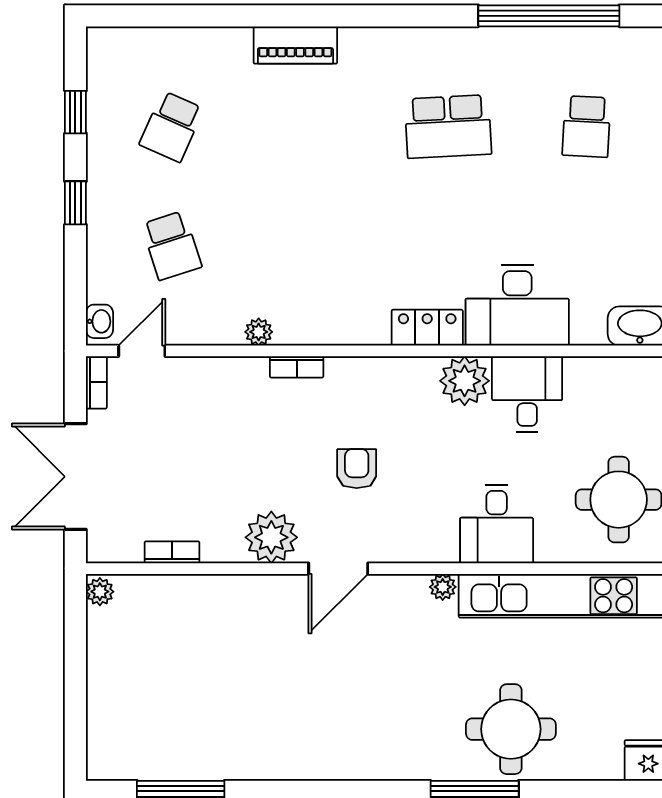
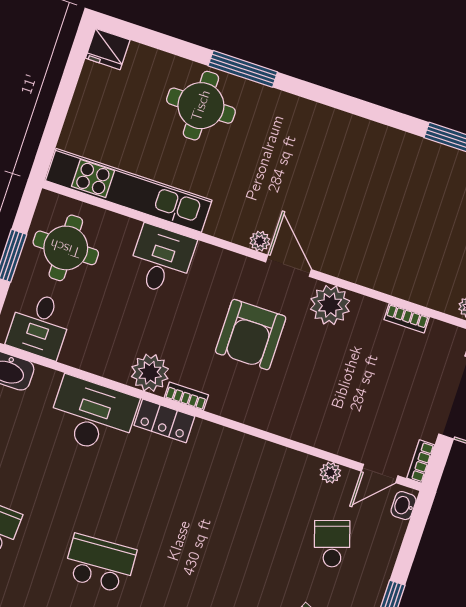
plant: (259, 332) -> (330, 473), moved
bookcase: (297, 367) -> (186, 396), moved
desk: (527, 394) -> (40, 325), moved
armchair: (357, 469) -> (251, 335), width x1.88, depth x1.88
door: (338, 569) -> (289, 266), hinge flipped
plant: (443, 587) -> (260, 241), moved

